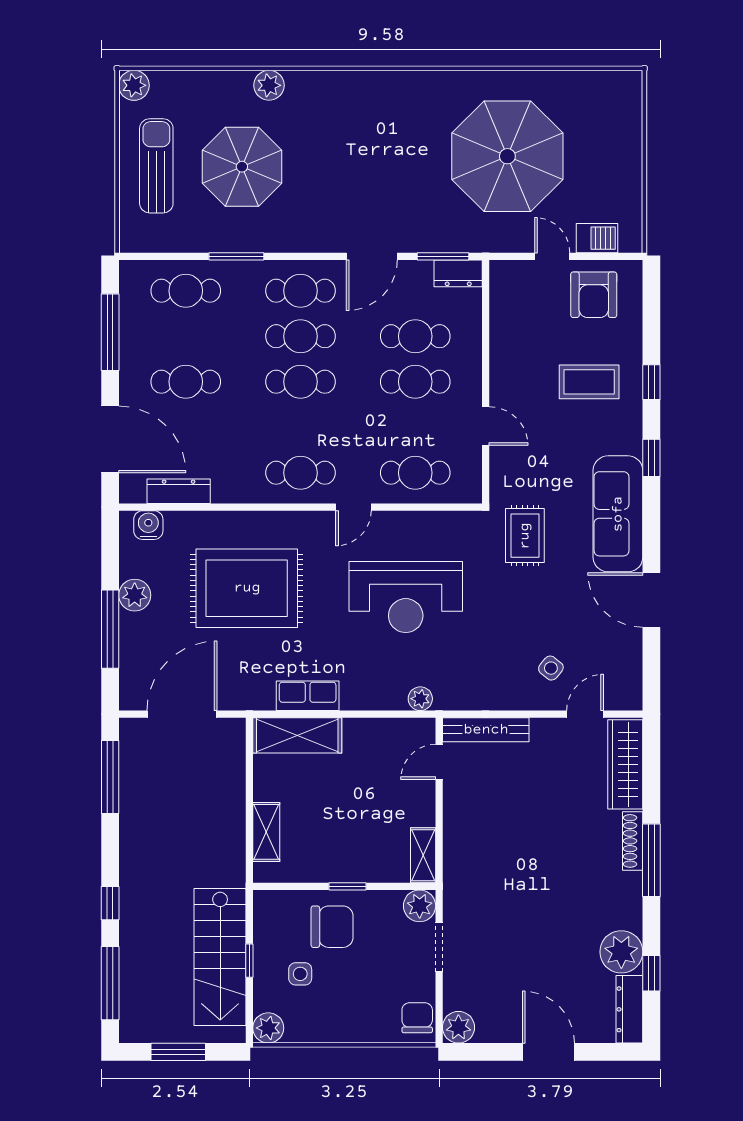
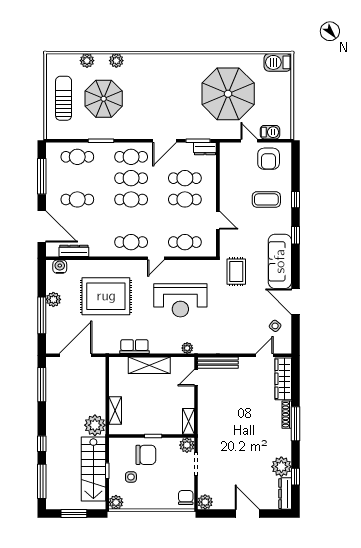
plant: (134, 85) -> (87, 61), moved
barbecue: (613, 89) -> (278, 62), added
side table: (551, 668) -> (275, 326), moved
shelving: (297, 735) -> (149, 365), moved
plant: (223, 863) -> (95, 425), added

